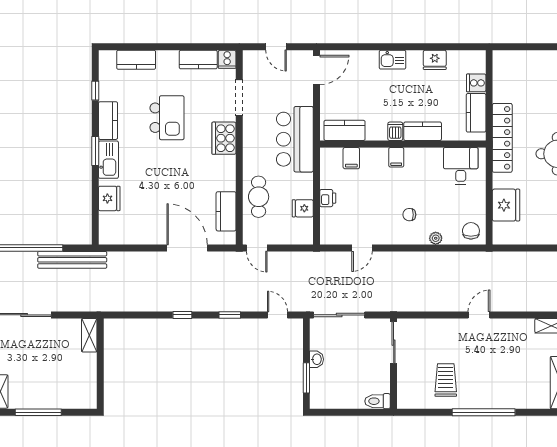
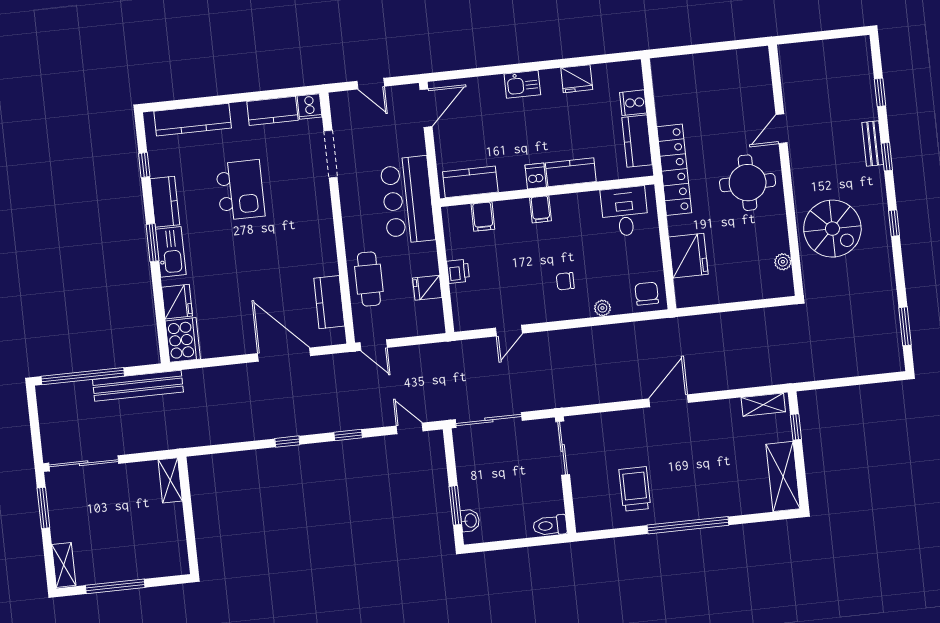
kitchen counter: (136, 60) -> (193, 120), width x1.50
cooker: (224, 138) -> (183, 340), moved, turned 180
door: (479, 315) -> (669, 401), width x1.38
washbasin: (317, 359) -> (470, 520), moved

